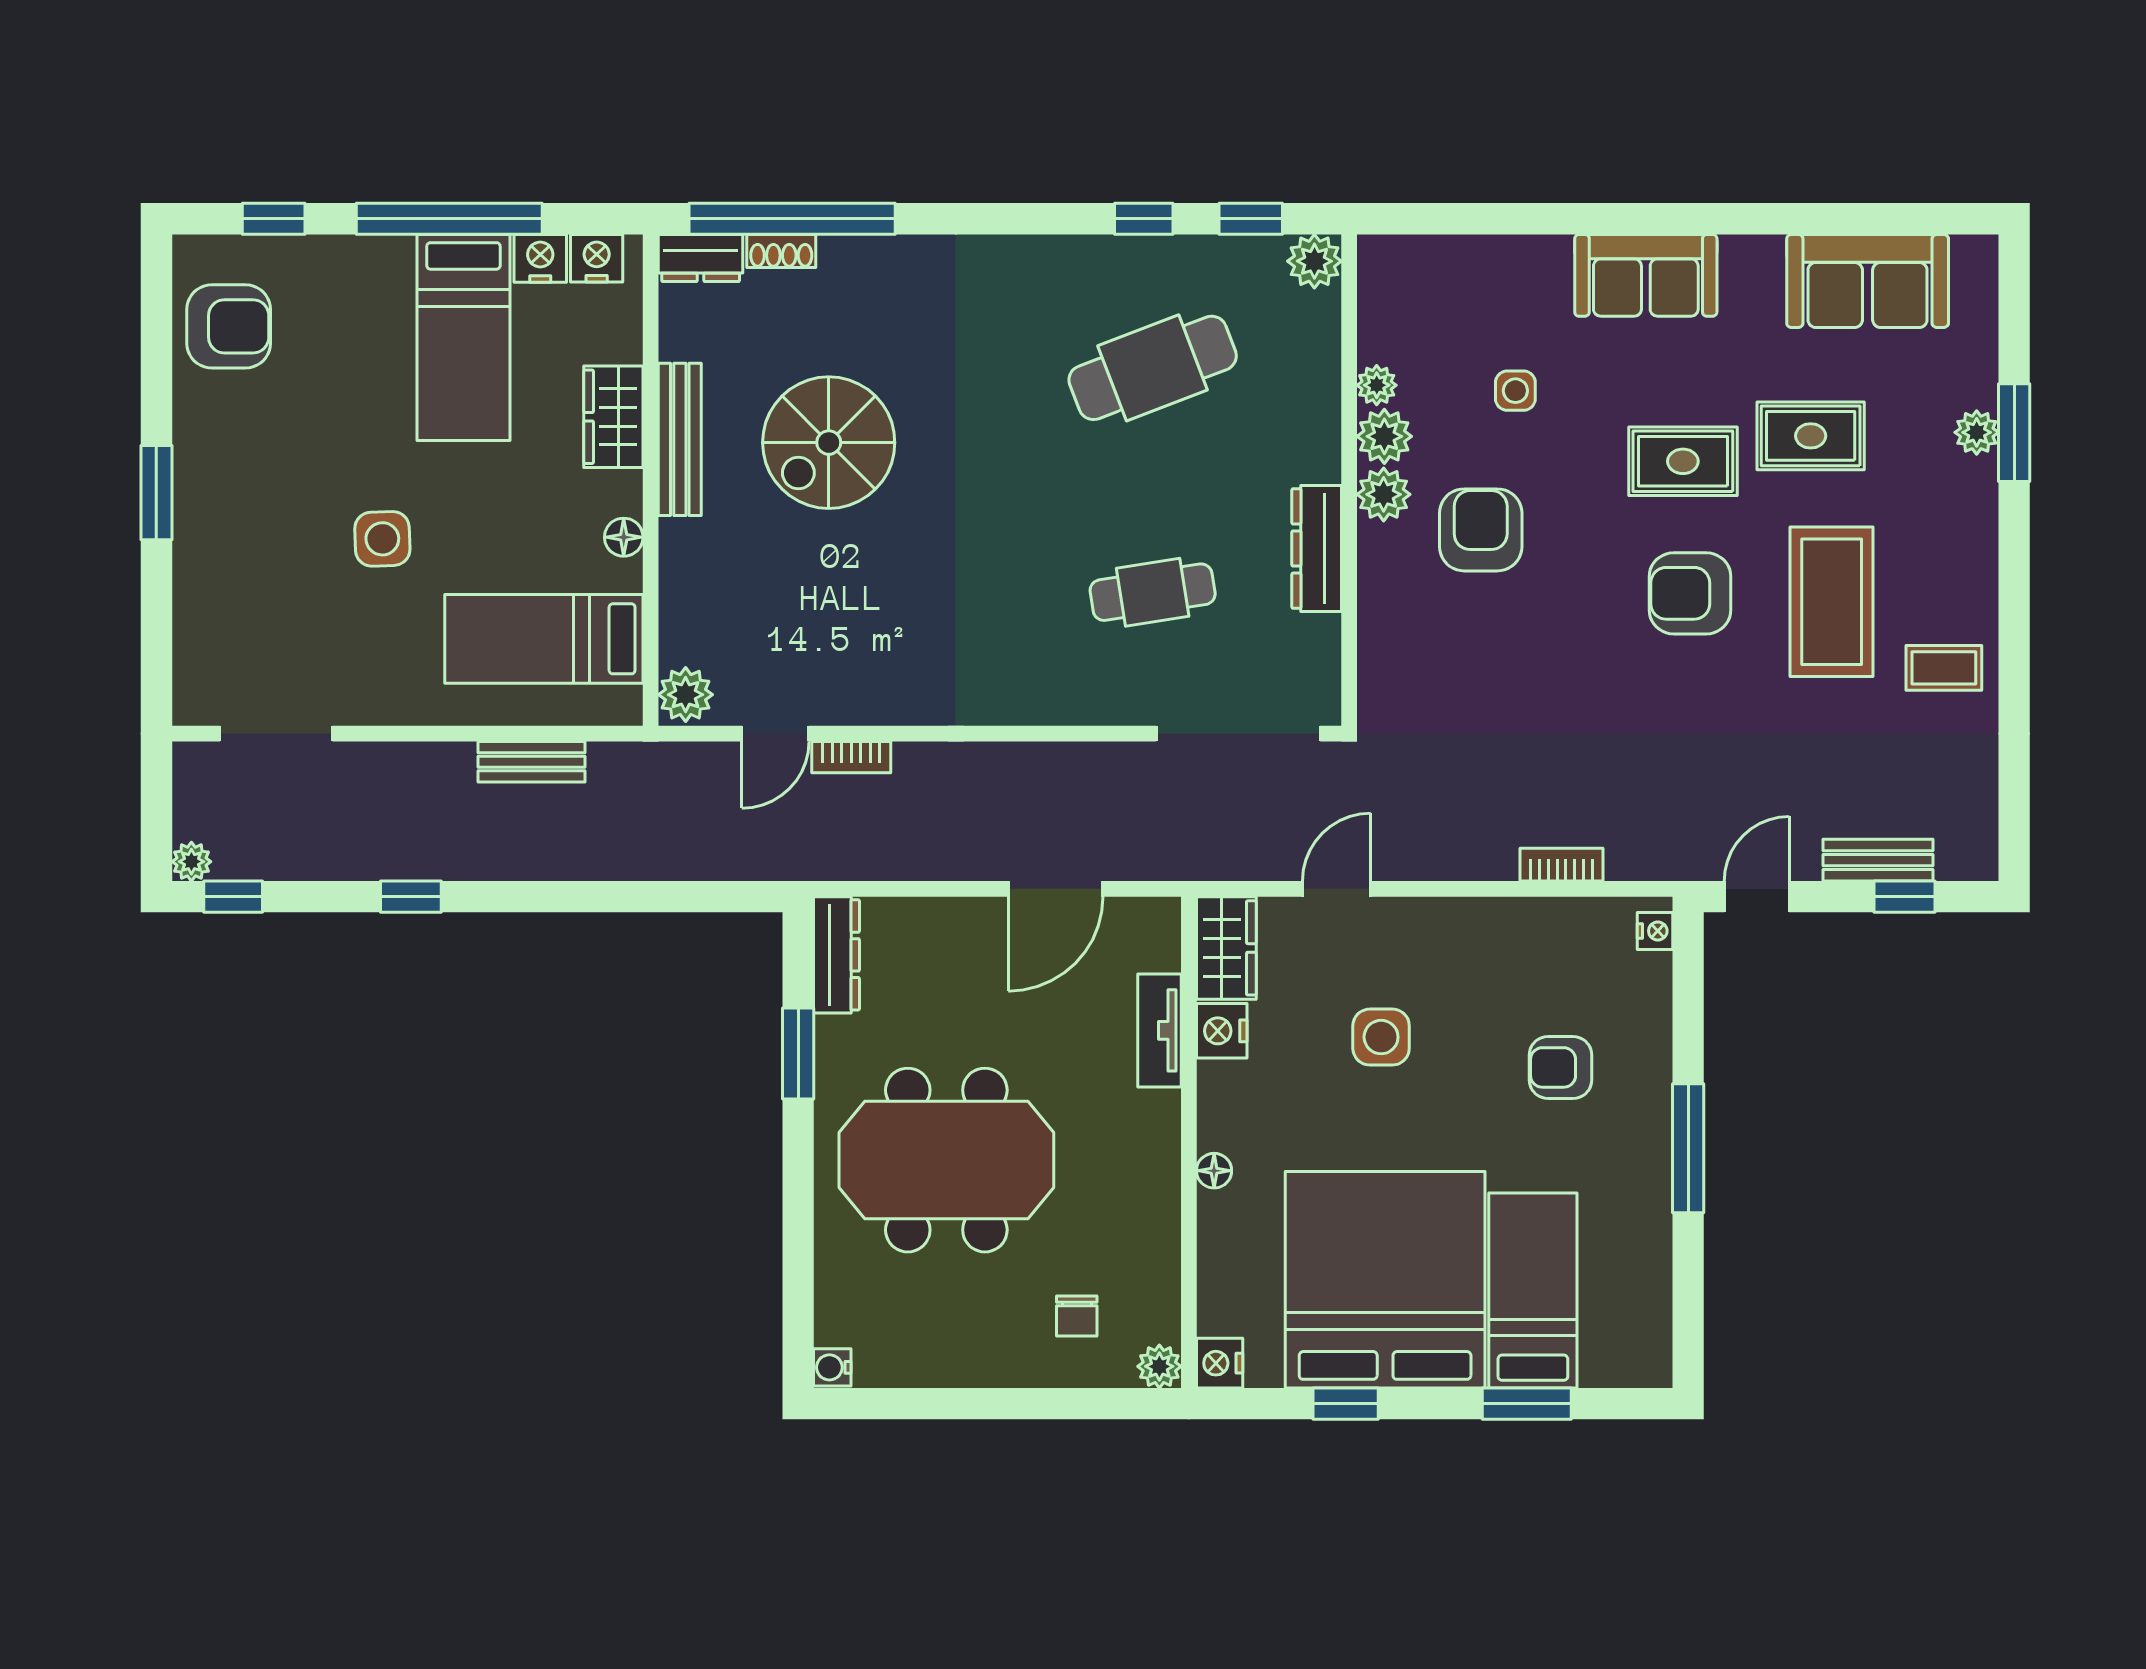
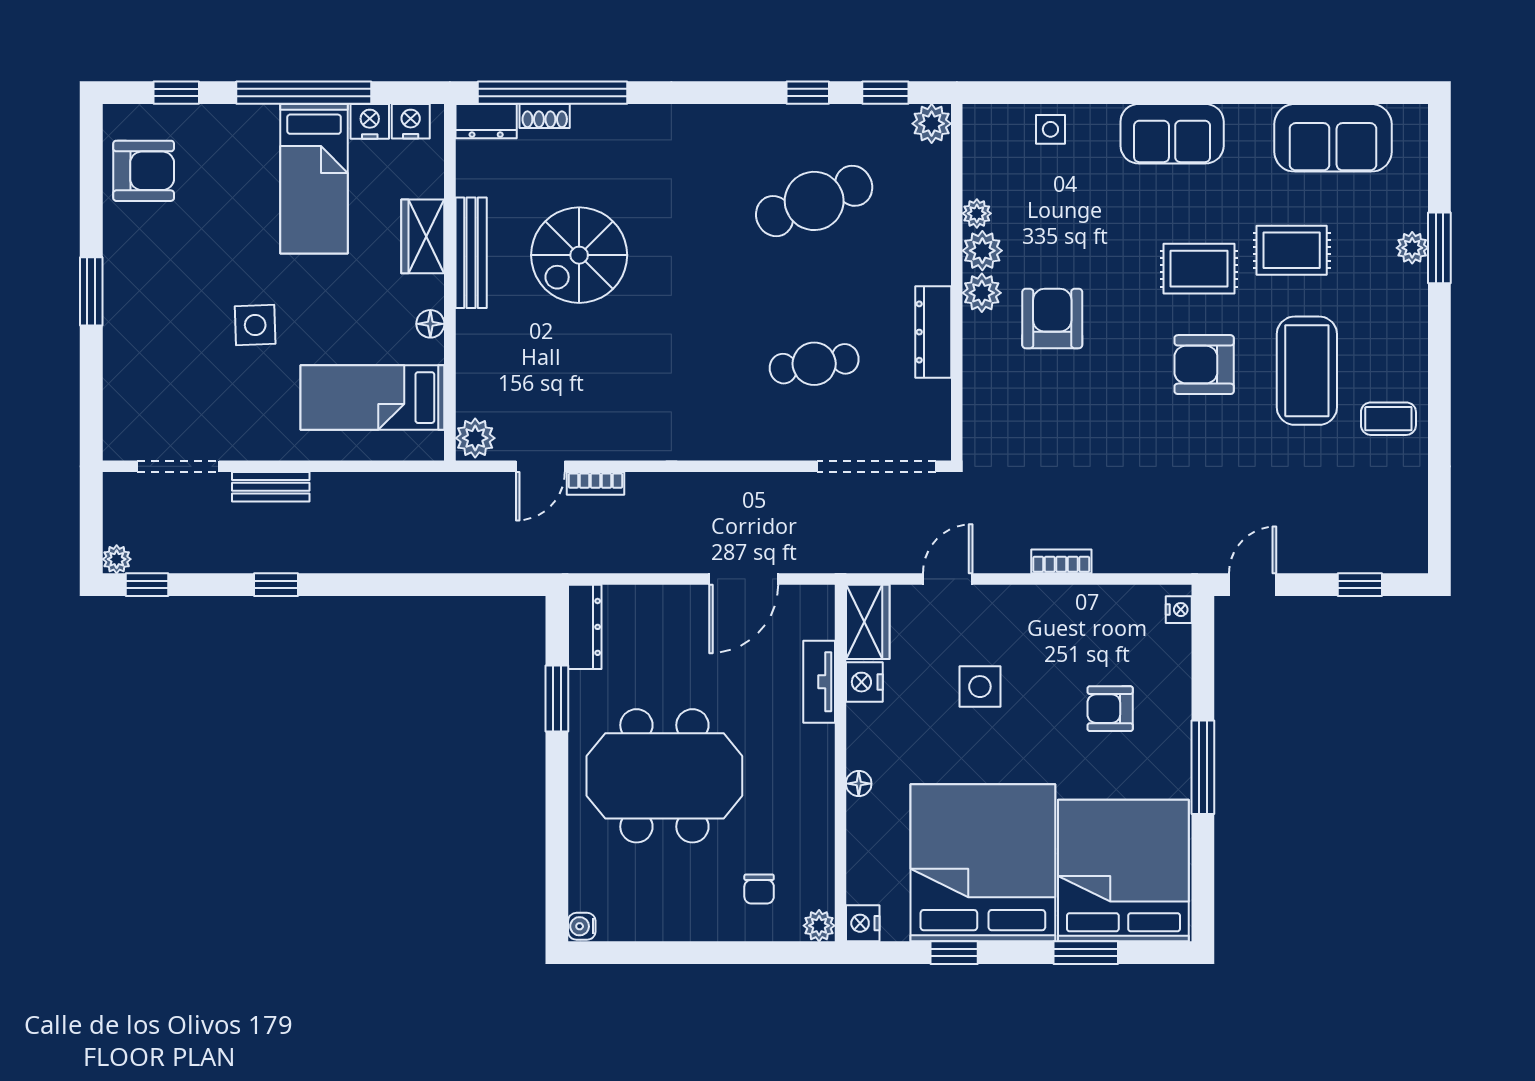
side table: (1515, 391) -> (1050, 129), moved
bench: (531, 762) -> (271, 487), moved
bench: (1878, 860) -> (1341, 558), removed
bookcase: (1562, 865) -> (1061, 561), moved
bed: (1533, 1291) -> (1123, 871), width x2.04

